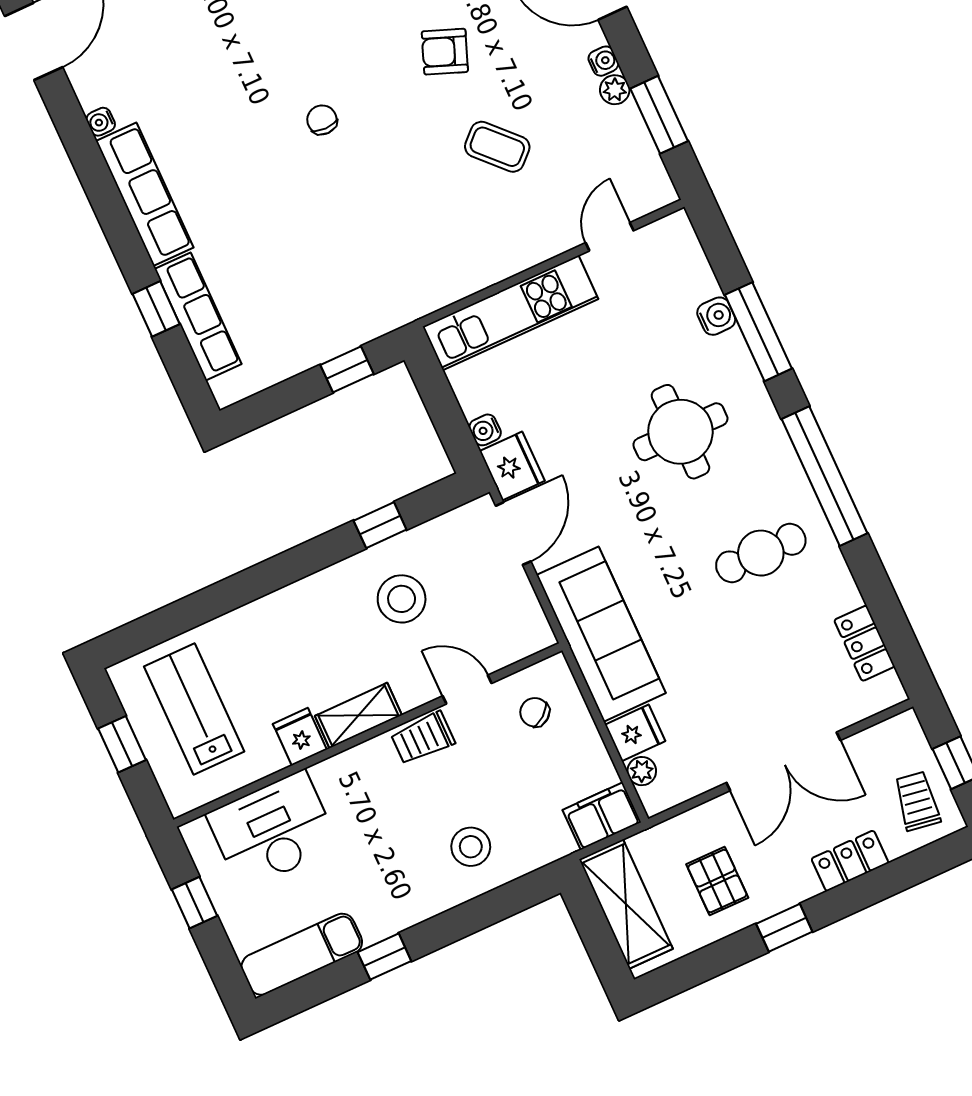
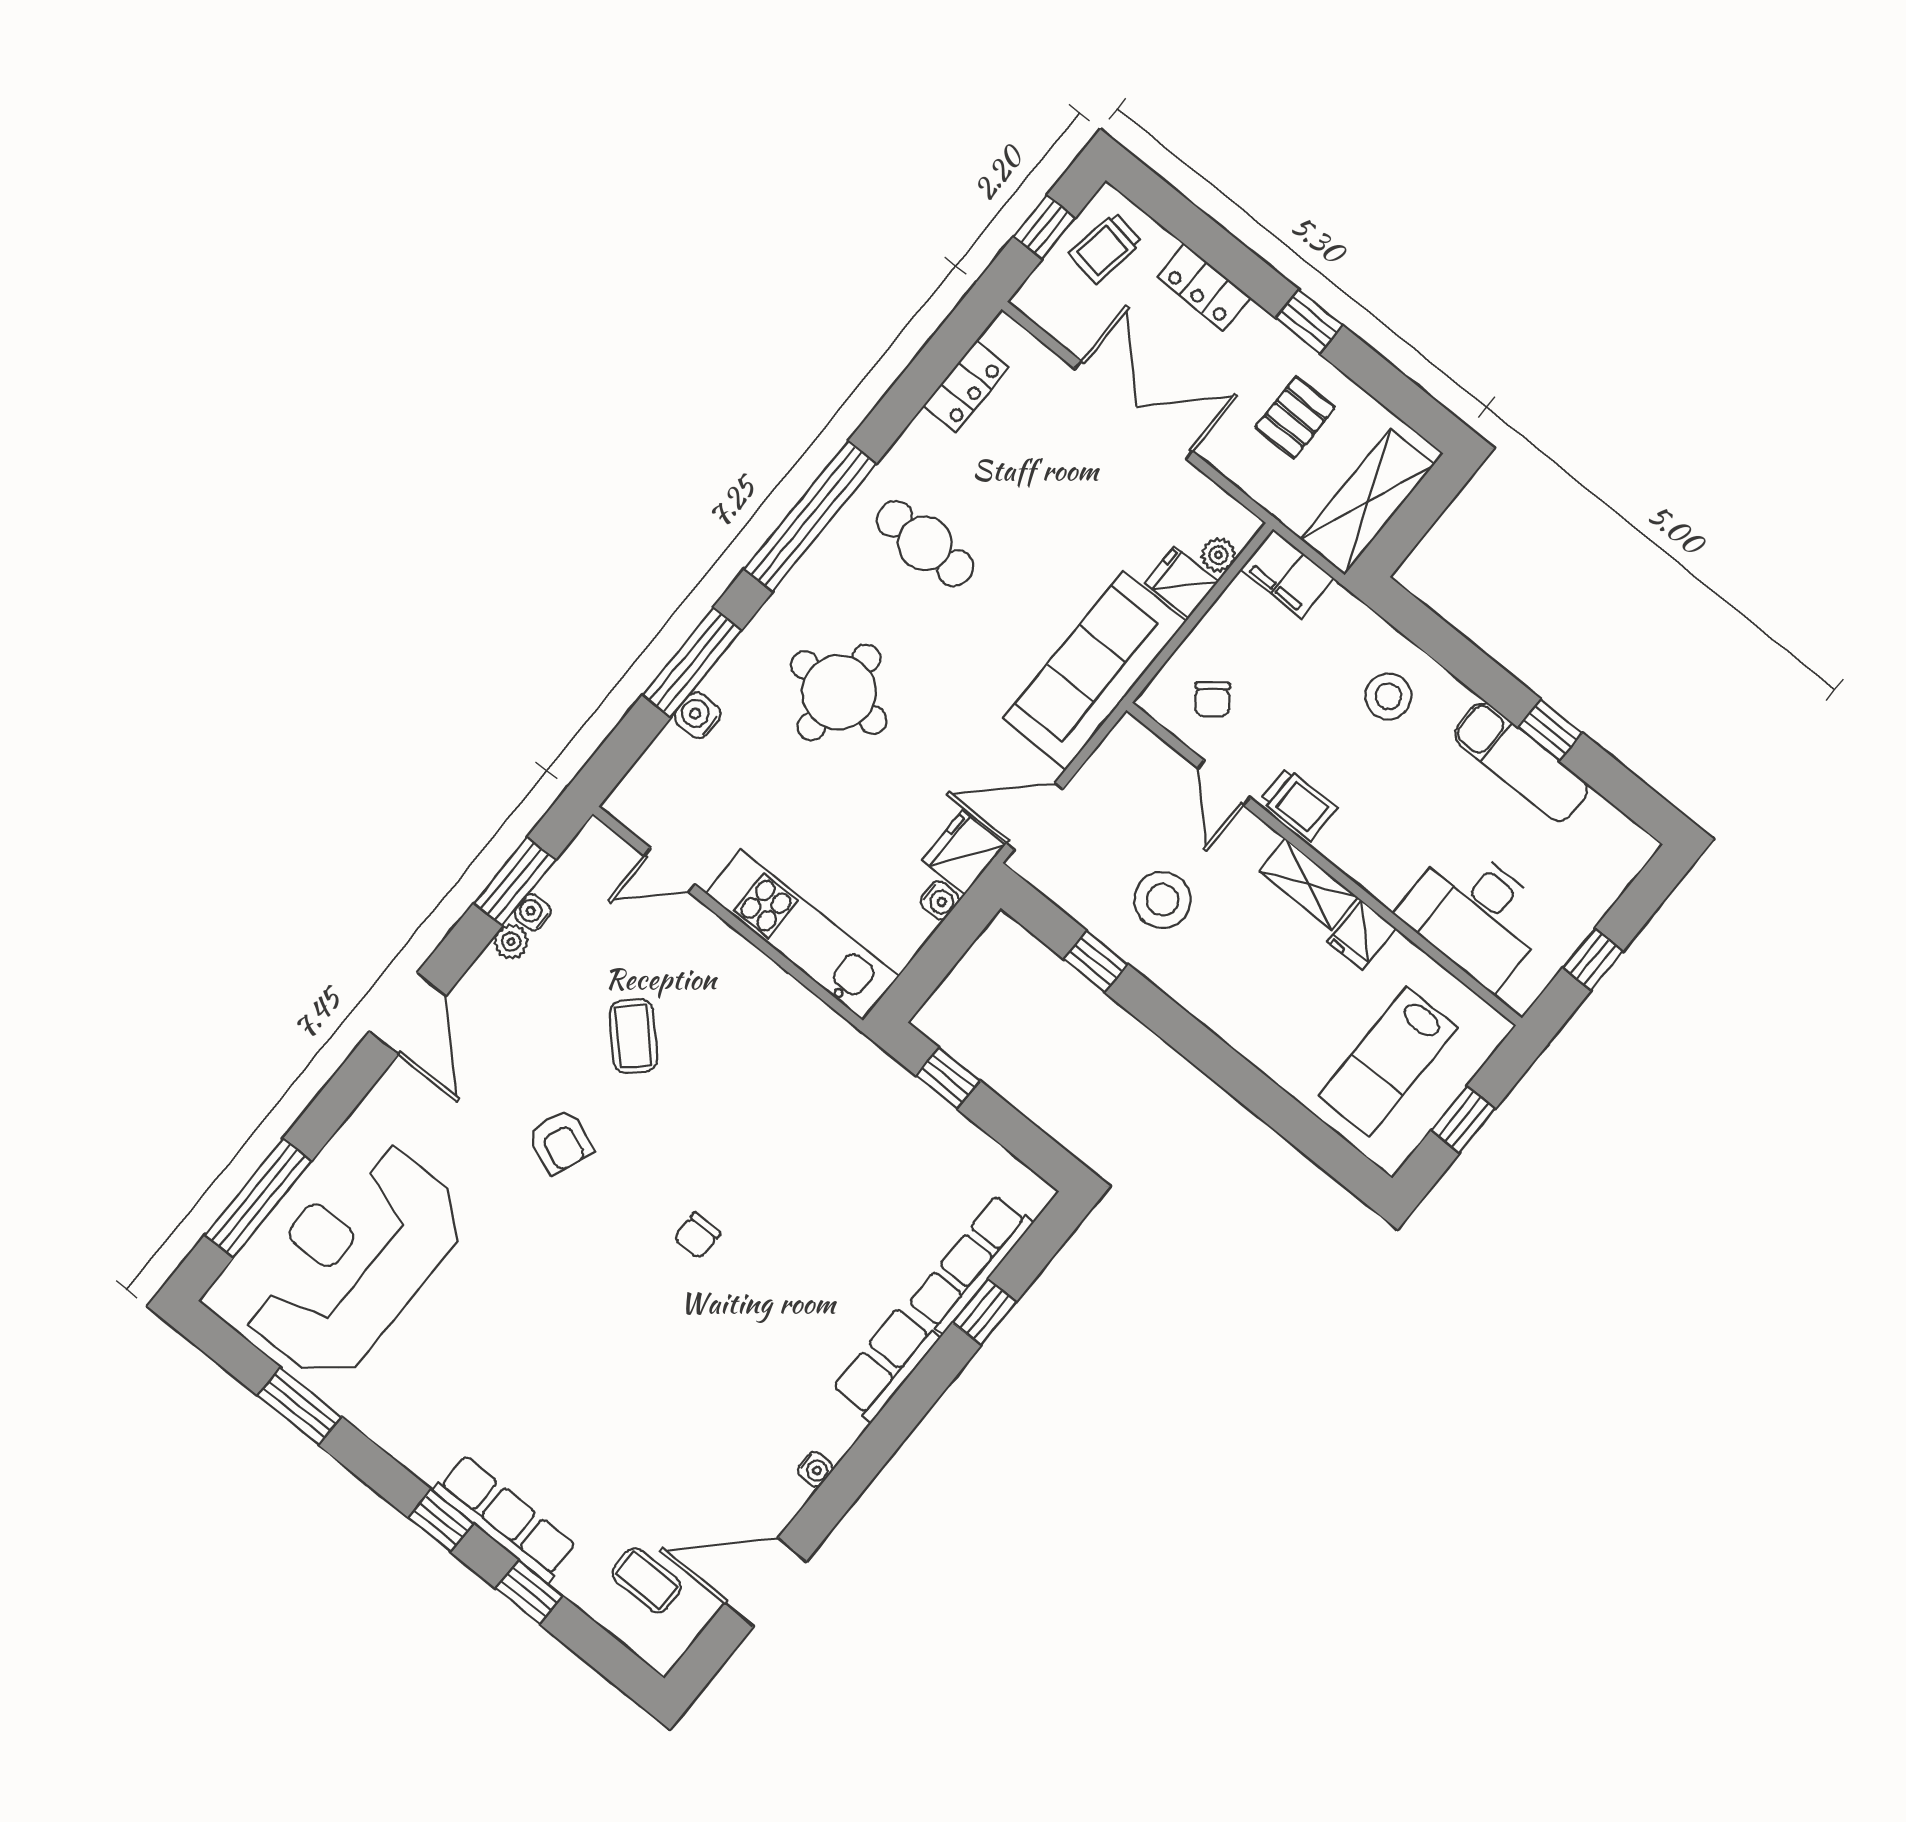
water cooler: (603, 61) -> (533, 912), moved
row of seats: (145, 194) -> (886, 1364), width x0.68
exam couch: (302, 954) -> (1521, 762), moved

